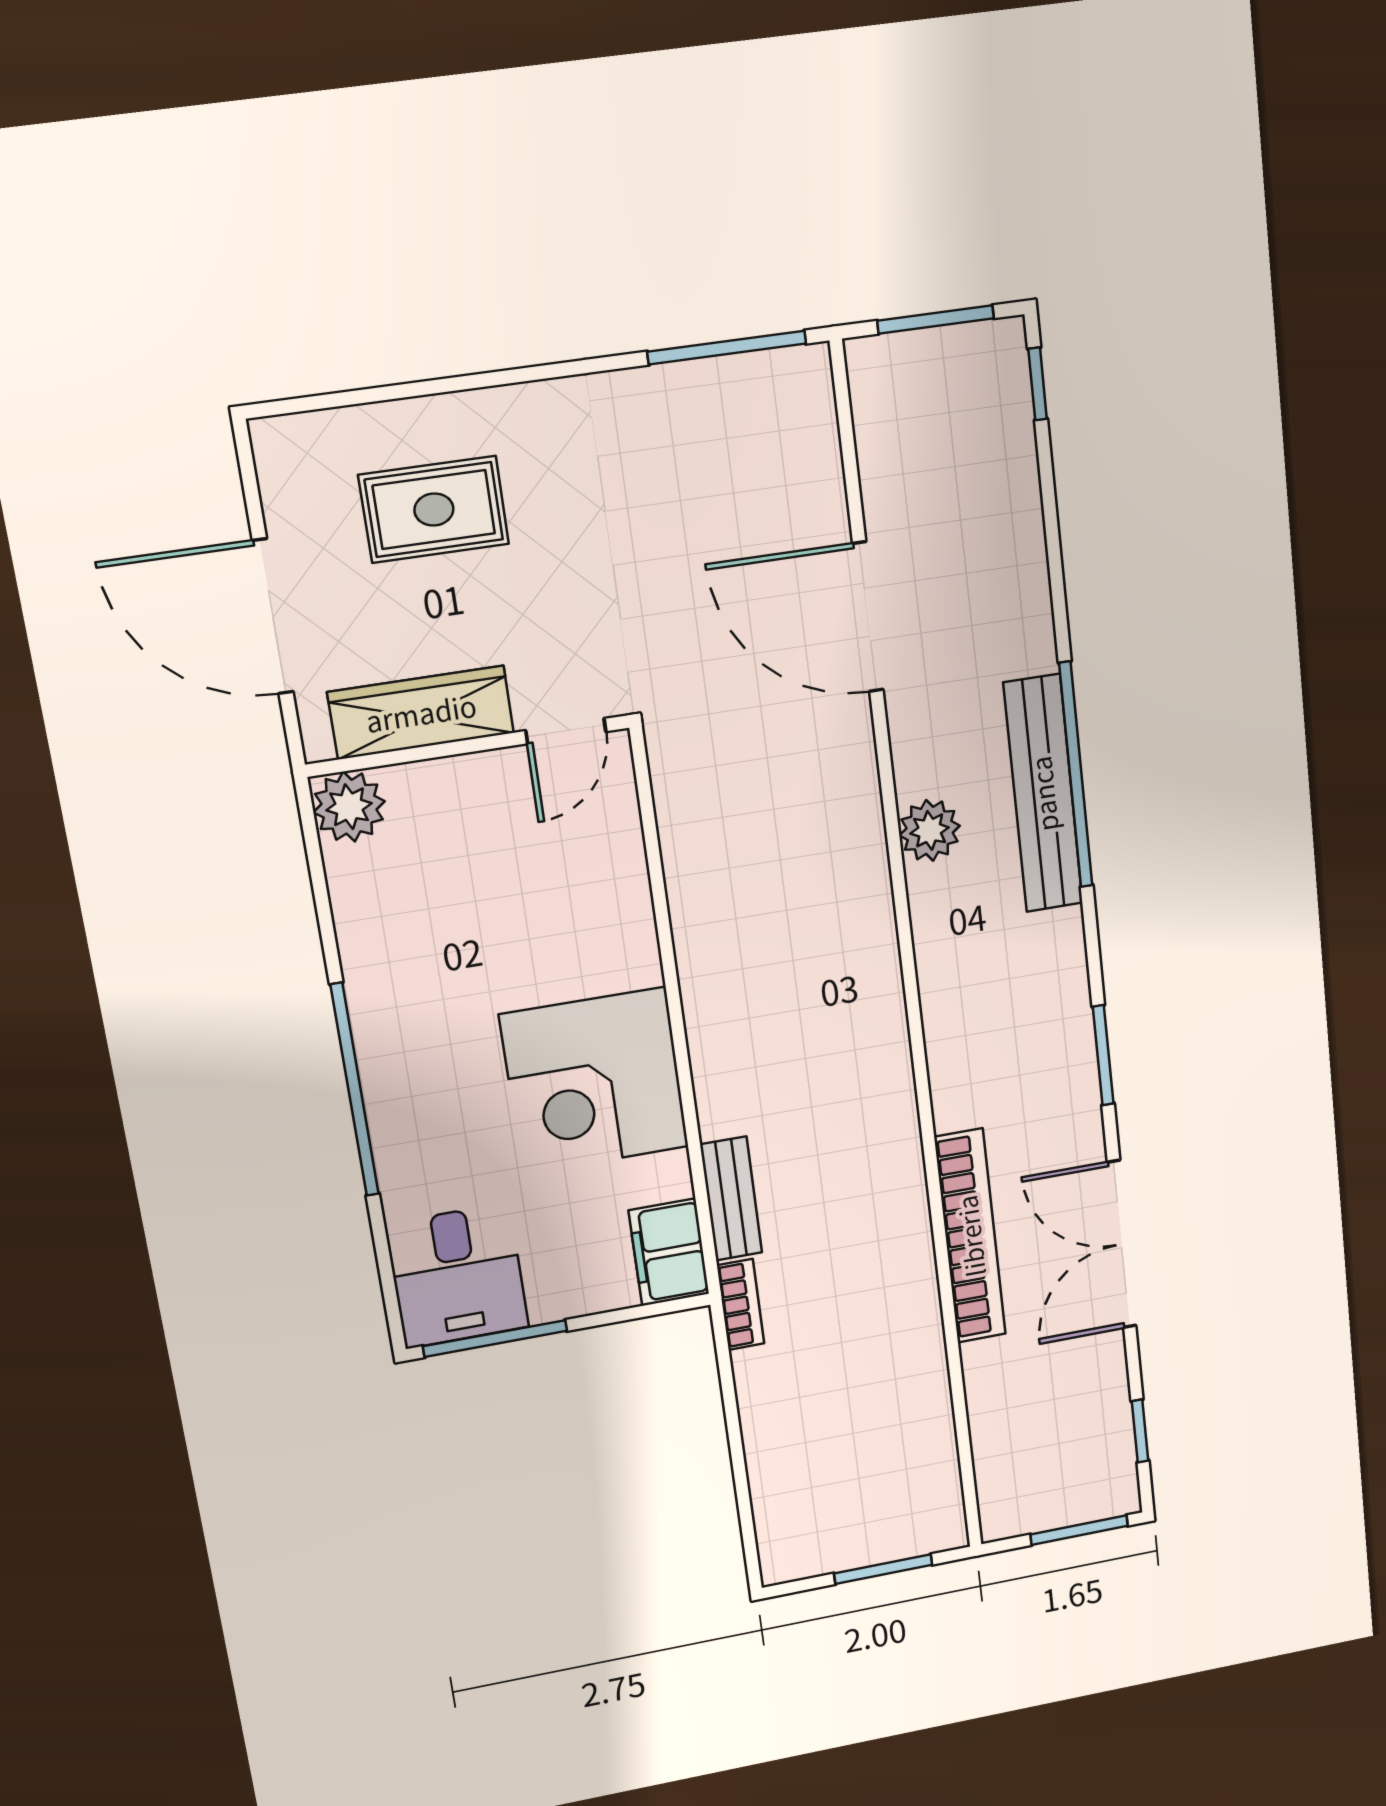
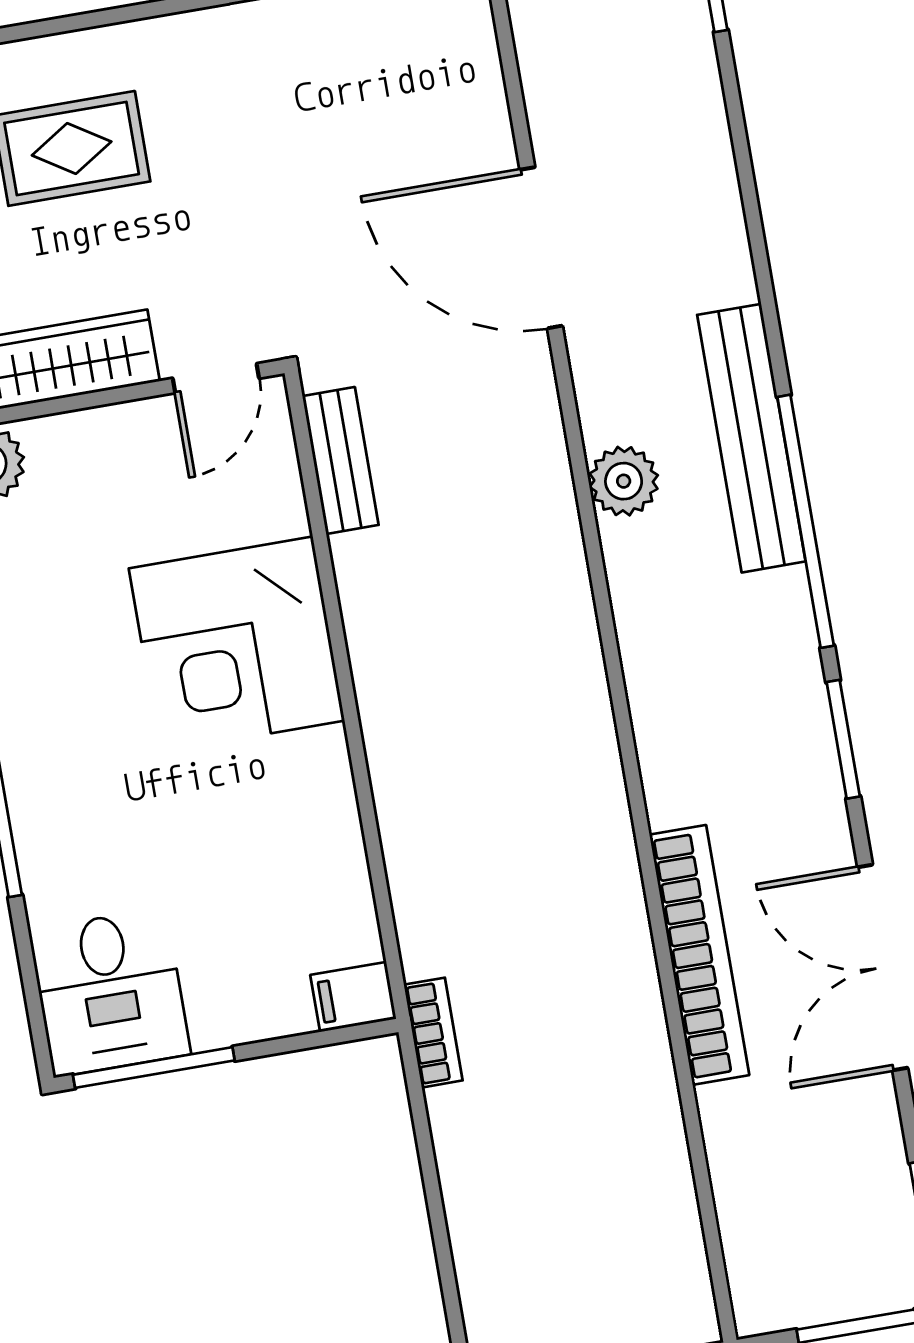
window: (1076, 775) -> (806, 521), moved
corner desk: (594, 1081) -> (237, 644), moved
bench: (731, 1199) -> (340, 460), moved
filing cabinet: (669, 1252) -> (353, 997), width x0.50

